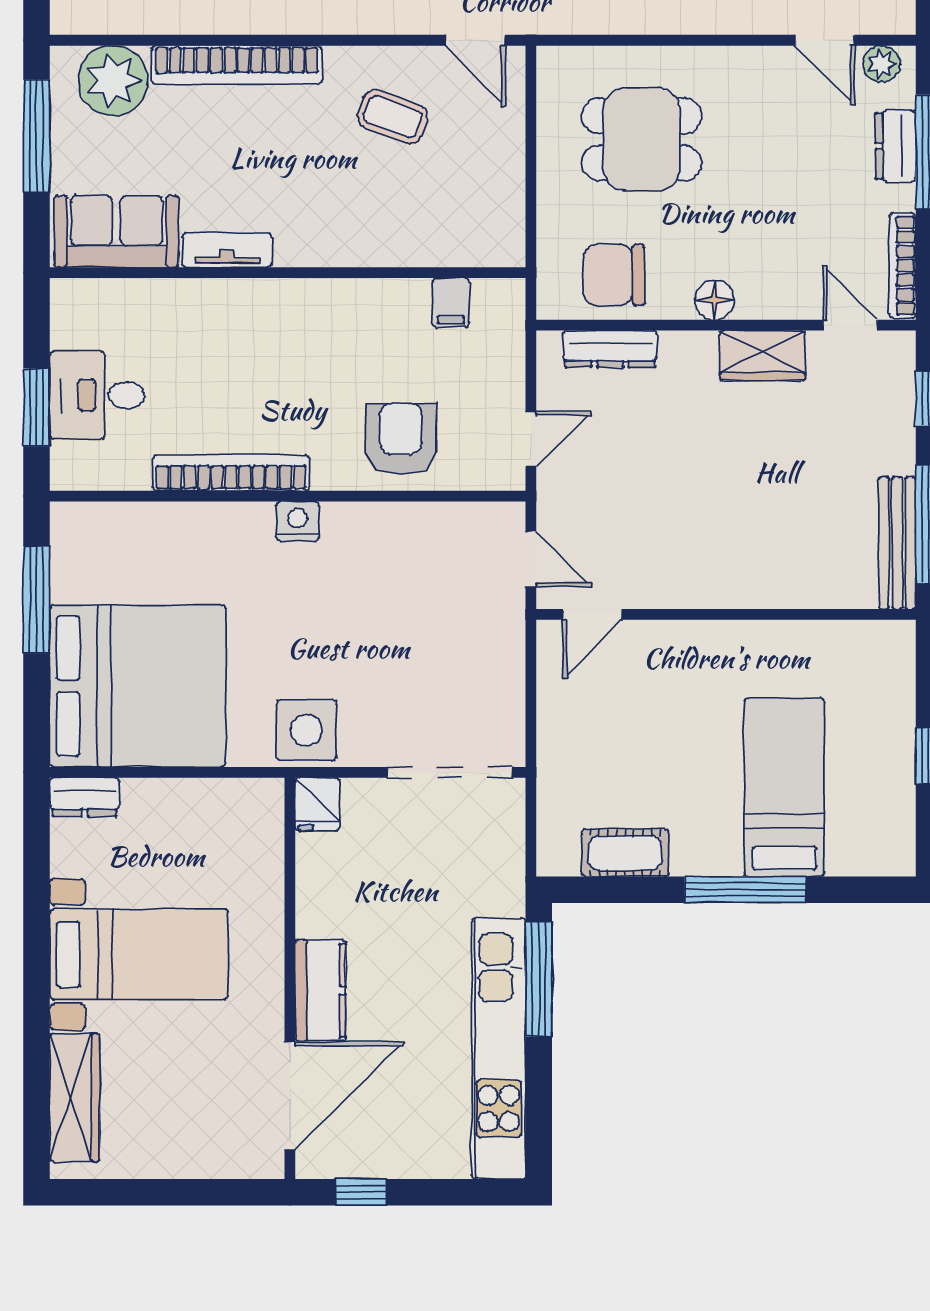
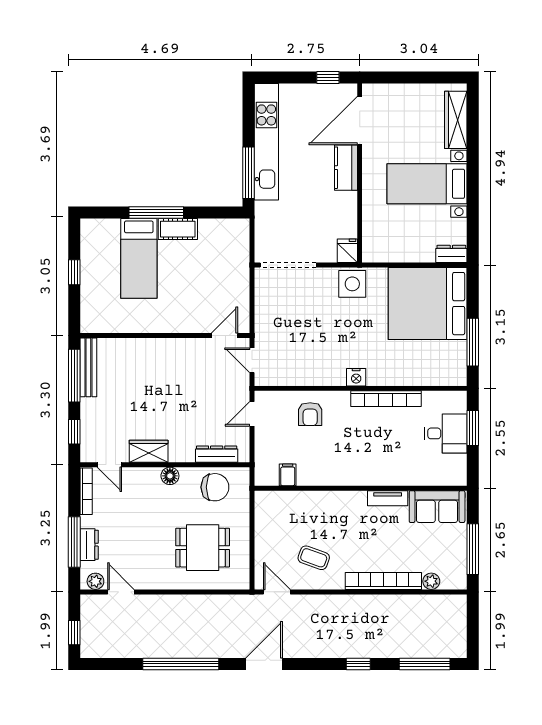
plant: (113, 80) -> (431, 581), width x0.53, depth x0.53
armchair: (401, 439) -> (310, 414), width x0.72, depth x0.72
cot: (625, 853) -> (178, 229), moved

